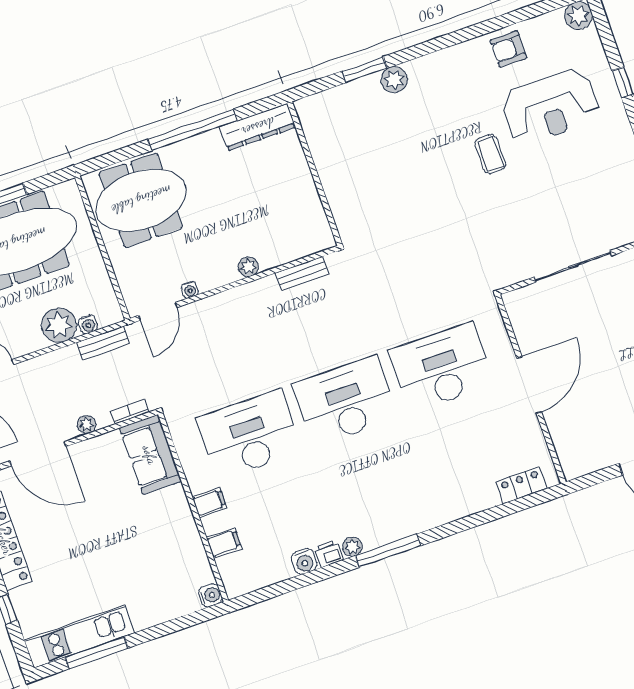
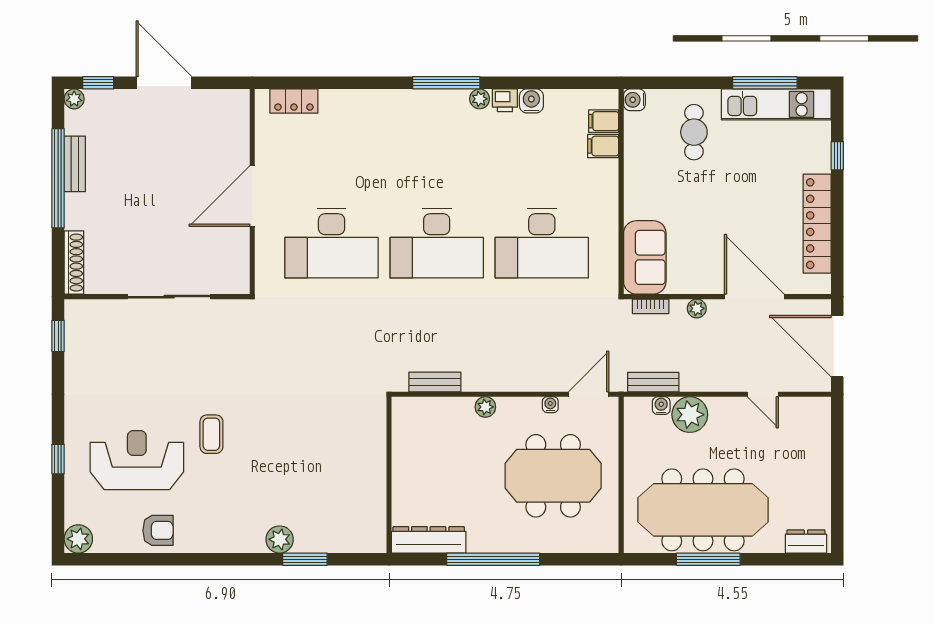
meeting table: (141, 200) -> (553, 476), moved
filing cabinet: (209, 502) -> (604, 121), moved
cafe table: (146, 585) -> (694, 132), added

